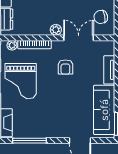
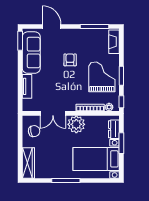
plant: (56, 30) -> (76, 124), width x1.88, depth x1.88
armchair: (65, 67) -> (70, 60), moved

